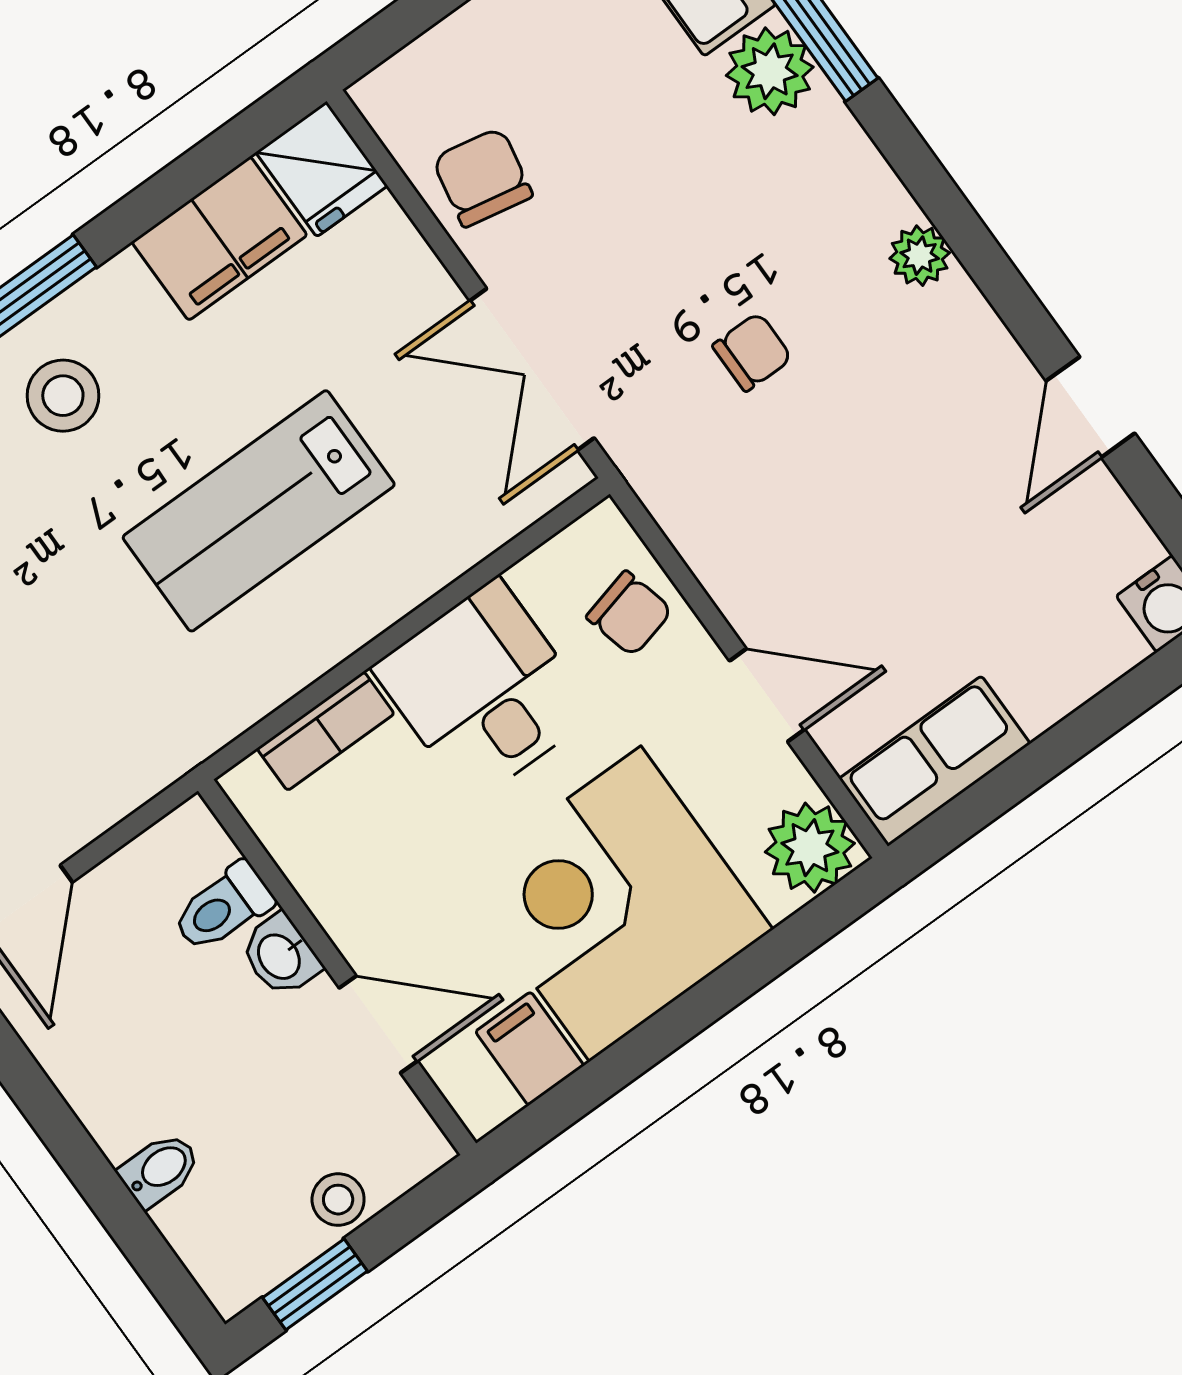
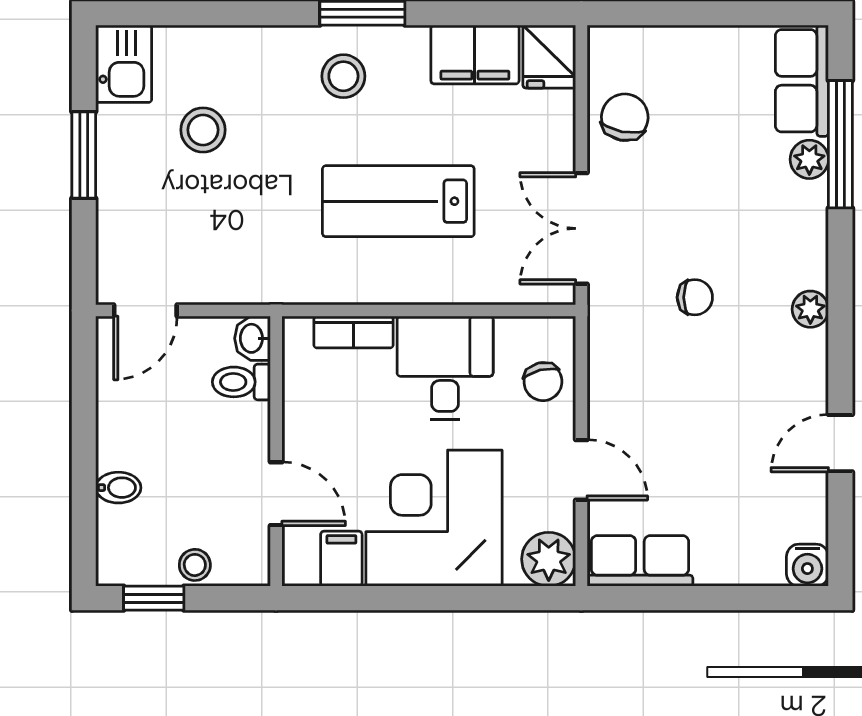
plant: (770, 71) -> (809, 159), width x0.73, depth x0.73
washbasin: (280, 956) -> (252, 338), moved

